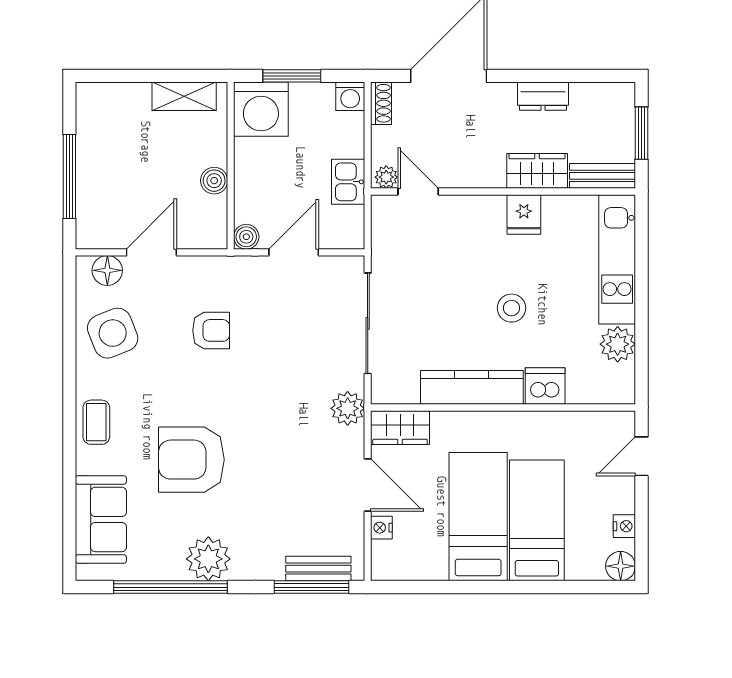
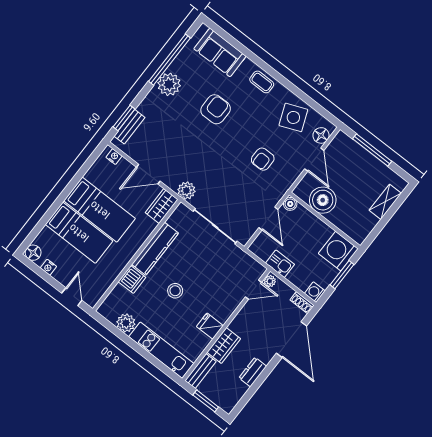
shelving: (184, 96) -> (385, 202), moved
boiler: (214, 181) -> (323, 200), width x1.86, depth x1.86
armchair: (191, 460) -> (216, 109), width x0.73, depth x0.73
nightstand: (381, 528) -> (114, 157), moved
window: (312, 587) -> (124, 118), width x0.69

